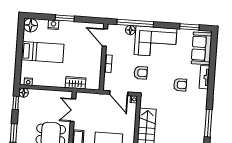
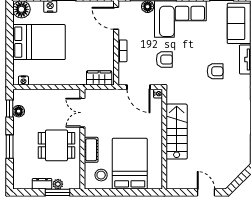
bed: (43, 52) -> (39, 42), width x1.50
wardrobe: (76, 83) -> (99, 78), moved
floor lamp: (24, 93) -> (19, 111), moved

